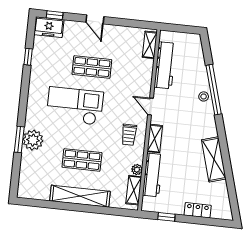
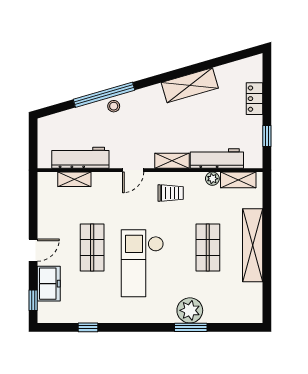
freezer: (49, 27) -> (49, 284), moved
shelving: (150, 45) -> (74, 179), moved

